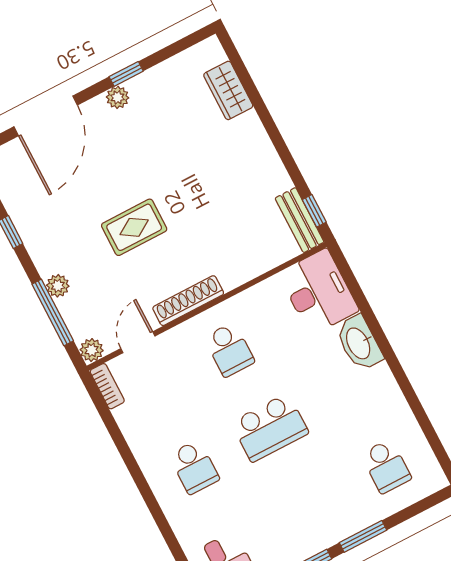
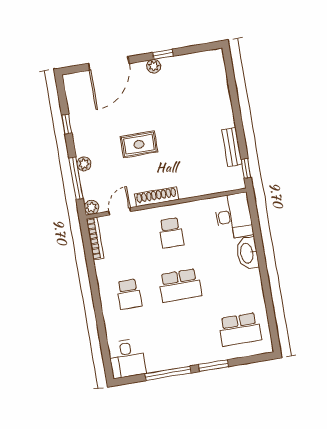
wardrobe: (228, 90) -> (219, 83), removed
bench: (300, 220) -> (232, 147), moved
bookcase: (107, 386) -> (95, 239), width x1.56
school desk: (386, 466) -> (240, 329), width x1.85

